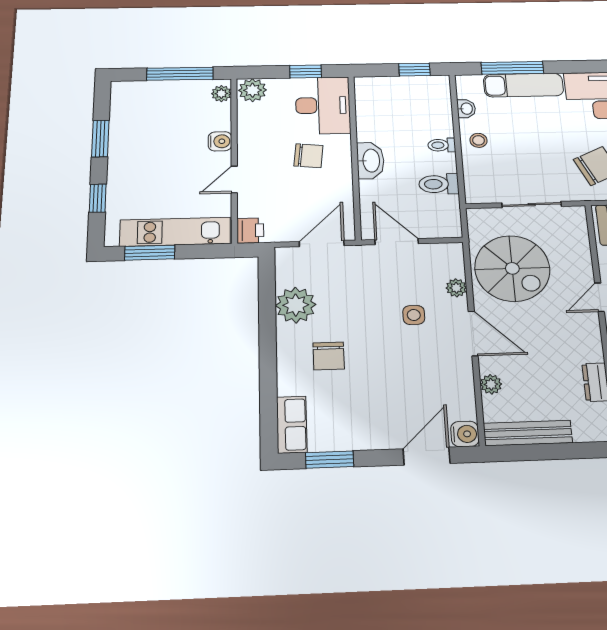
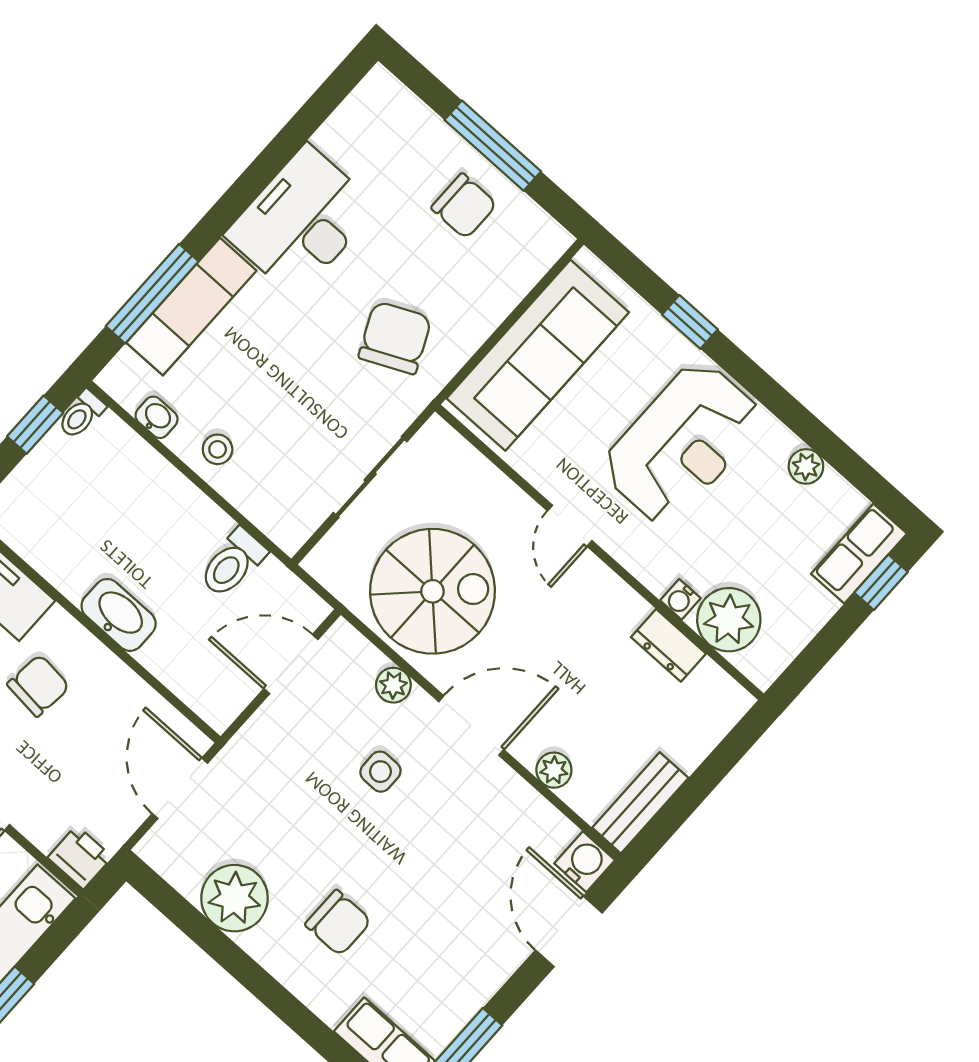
toilet: (442, 145) -> (81, 414), moved
door: (397, 242) -> (291, 664), moved
bench: (528, 433) -> (640, 803), width x0.73

